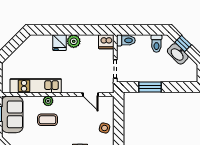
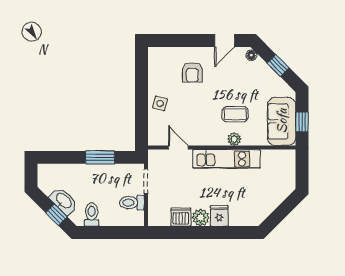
toilet: (126, 40) -> (132, 203), moved
dishwasher: (106, 42) -> (181, 217), moved
kitchen unit: (36, 86) -> (227, 159), moved

